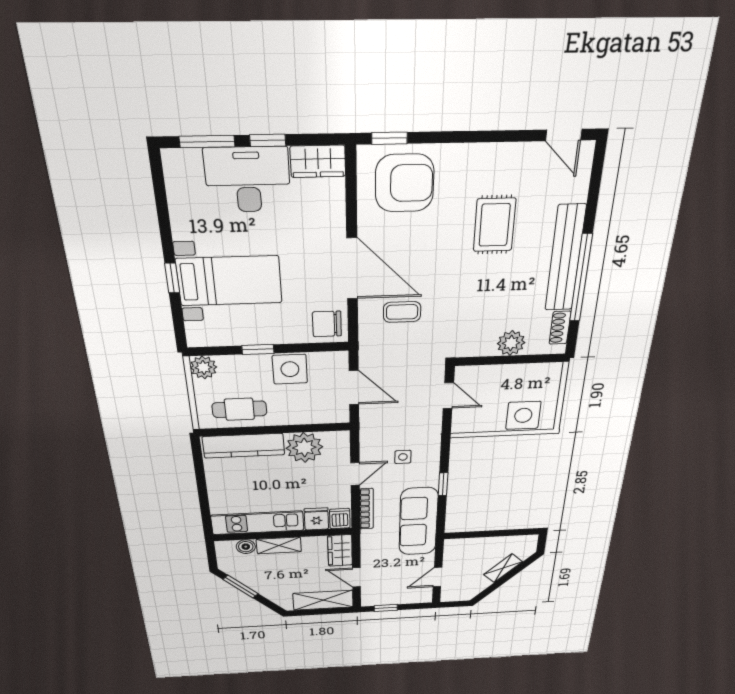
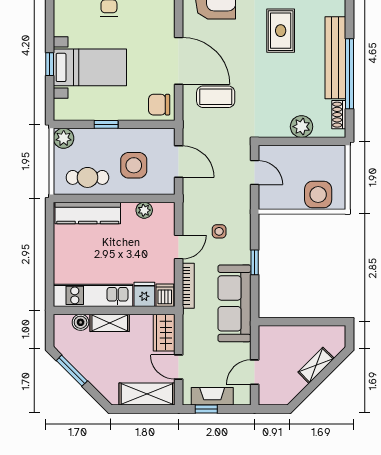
coffee table: (402, 312) -> (216, 97), width x1.36, depth x1.30
side table: (290, 369) -> (134, 165), moved
plant: (304, 448) -> (144, 210), width x0.53, depth x0.53
fireplace: (392, 598) -> (212, 396), added

